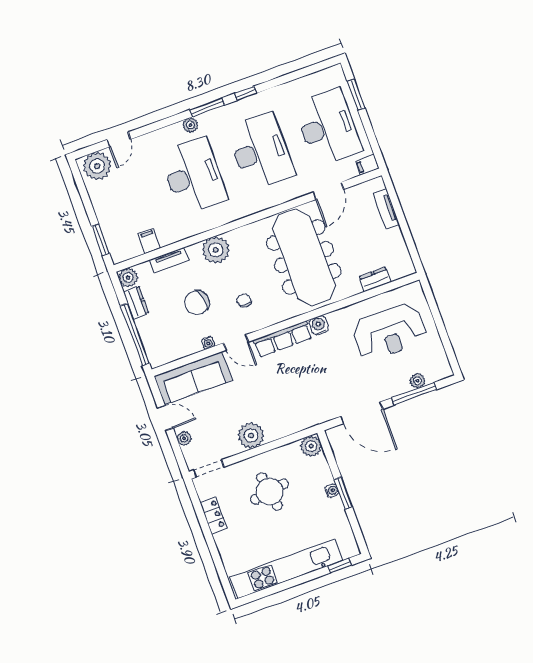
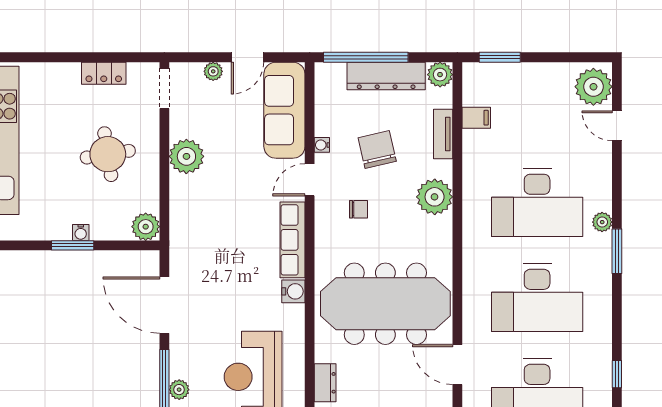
window: (246, 93) -> (617, 374), moved
dresser: (136, 302) -> (386, 76), width x1.96, depth x1.24
door: (362, 413) -> (164, 305), hinge flipped

